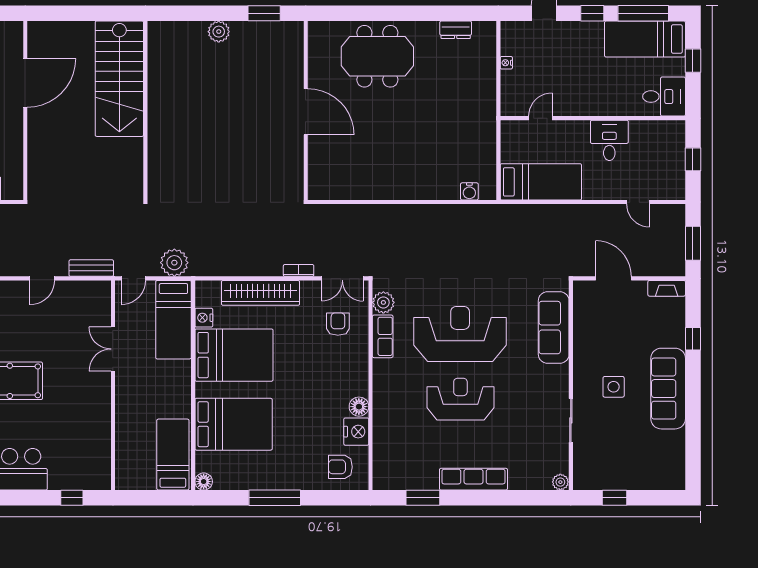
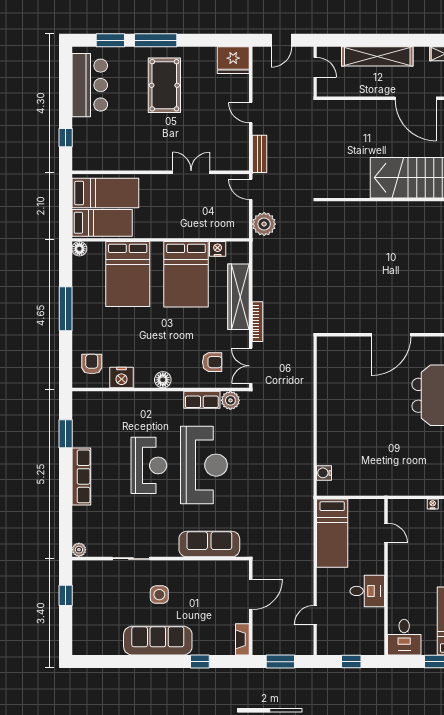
bookcase: (299, 270) -> (257, 322), width x1.56
bed: (173, 320) -> (105, 193), moved, turned 180
floor lamp: (359, 407) -> (163, 380), moved

